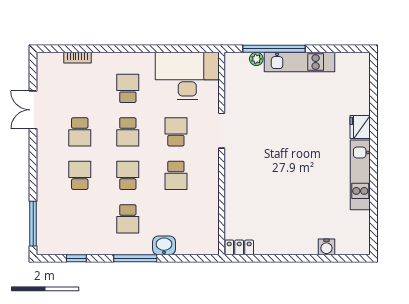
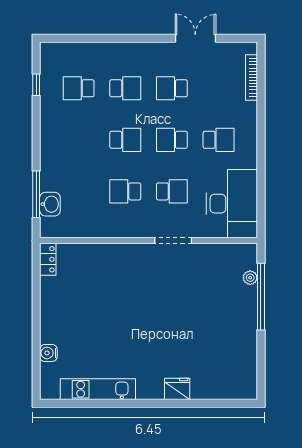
bookcase: (77, 58) -> (252, 77), width x1.56
kitchen unit: (299, 62) -> (247, 324), removed
kitchen unit: (360, 175) -> (98, 389), moved
school desk: (128, 219) -> (79, 88), moved
window: (33, 224) -> (73, 38), removed
washbasin: (164, 245) -> (50, 204), moved
window: (135, 258) -> (36, 194), moved

